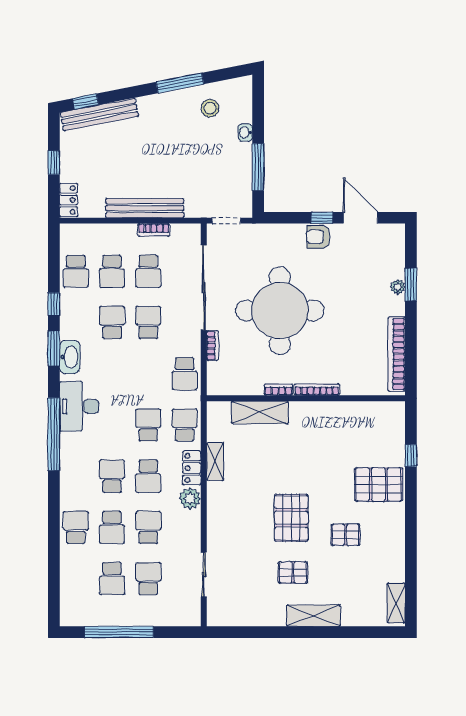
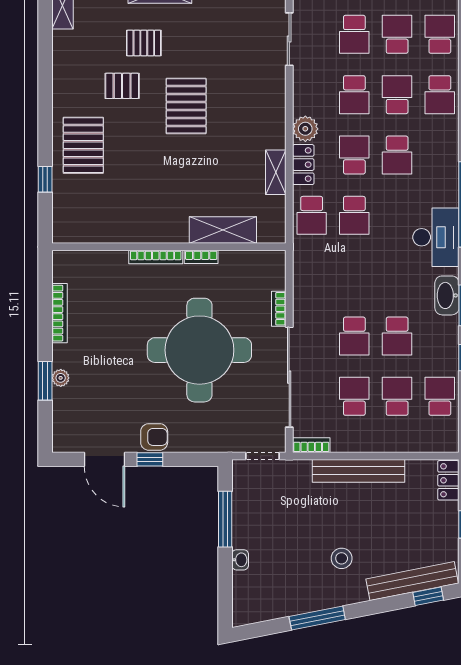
stool: (210, 108) -> (342, 558), moved
bookcase: (154, 230) -> (311, 445), moved
bookcase: (397, 354) -> (59, 313), width x0.68, depth x0.76
school desk: (185, 374) -> (440, 34), moved
pallet: (378, 484) -> (83, 145), turned 90
pallet: (293, 572) -> (144, 43), moved

